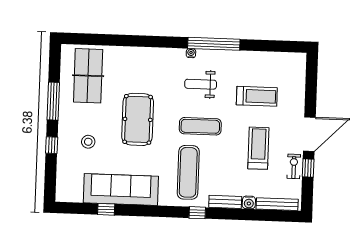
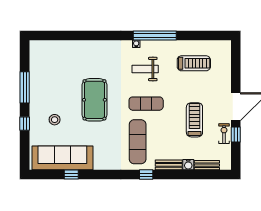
table tennis table: (88, 76) -> (52, 65), removed
treadmill: (257, 96) -> (194, 63), moved
sofa: (121, 190) -> (62, 158), moved
bench: (277, 204) -> (207, 165), width x0.73

